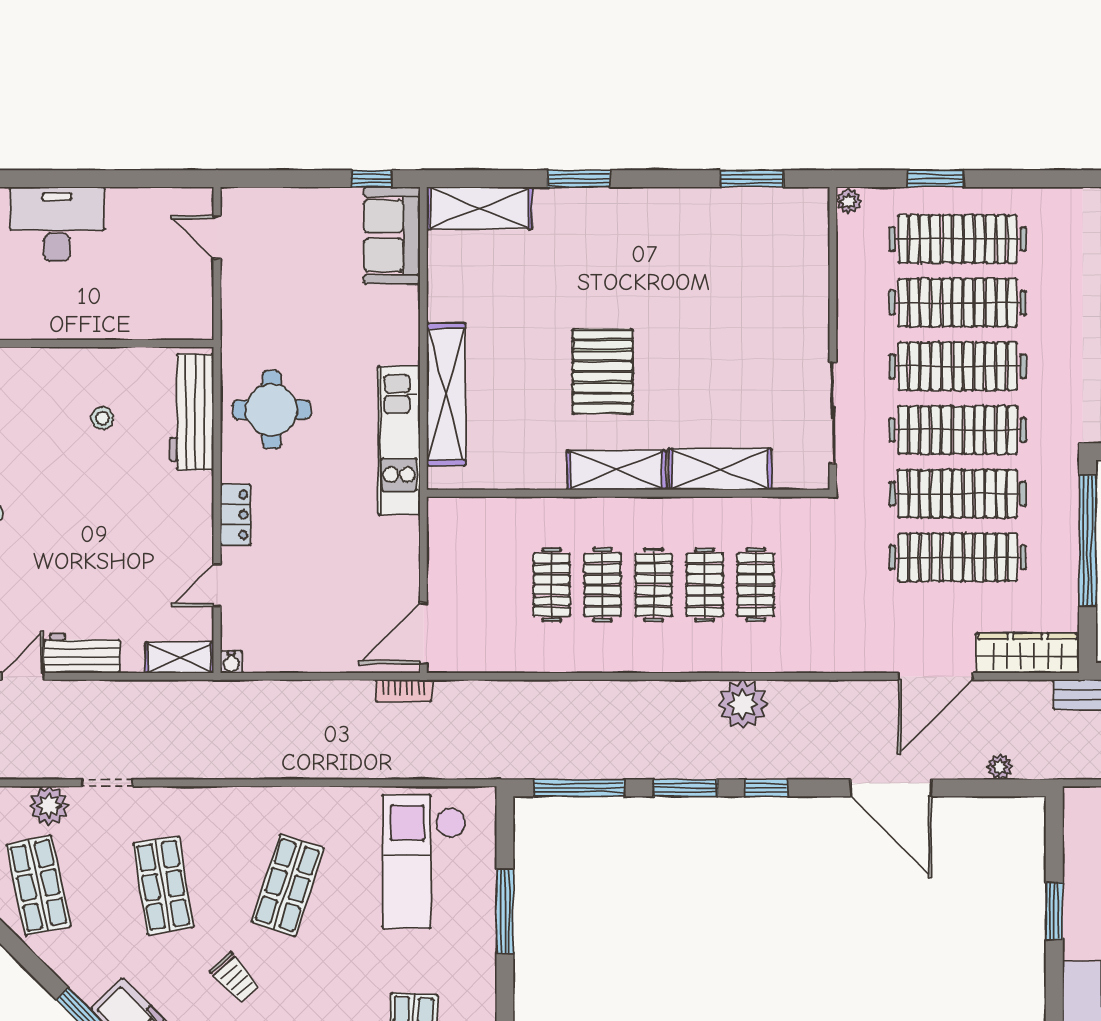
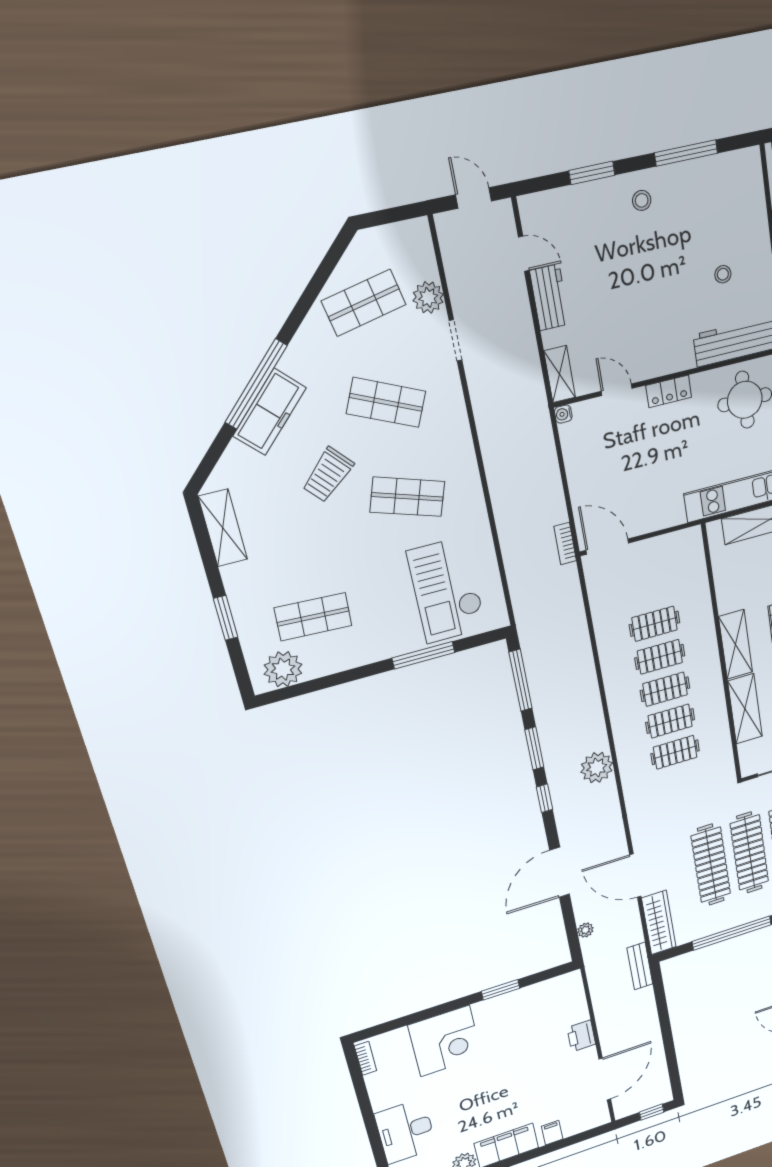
checkout: (424, 861) -> (447, 590), turned -90
shop shelf: (163, 885) -> (386, 402), turned 33
trolley: (235, 978) -> (328, 475), width x1.36, depth x1.39

